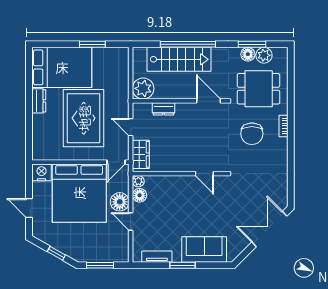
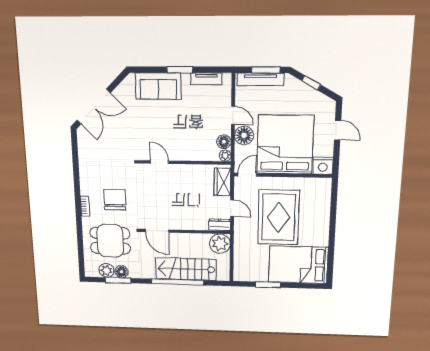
dresser: (39, 101) -> (322, 235), removed
dresser: (164, 109) -> (219, 225), moved
tv unit: (105, 256) -> (260, 79), added

